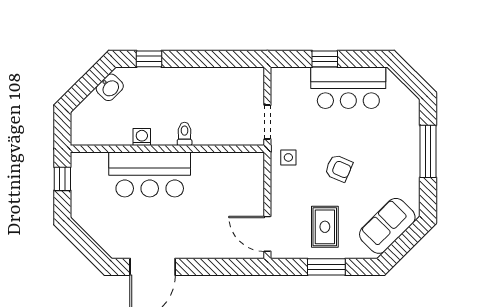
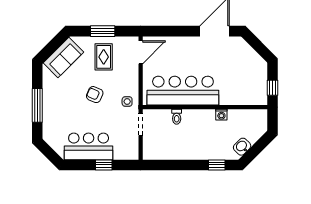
toilet: (185, 134) -> (177, 117), moved
bar counter: (150, 174) -> (183, 91), moved, width x1.36
door: (267, 234) -> (141, 52), hinge flipped

